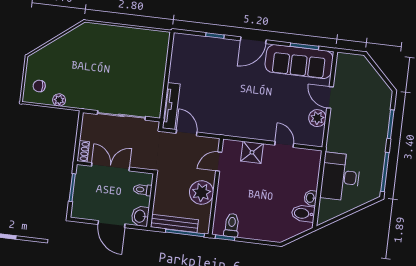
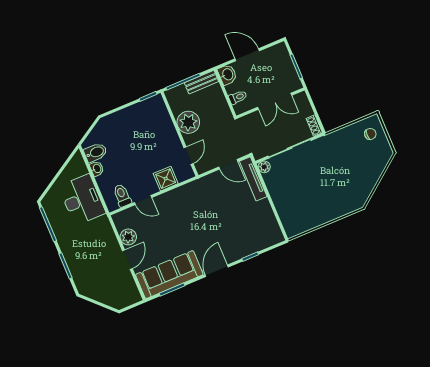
door: (330, 97) -> (127, 260), hinge flipped
plant: (59, 100) -> (264, 167), moved
shoe rack: (83, 151) -> (314, 126), moved
bench: (174, 223) -> (201, 82), width x0.73
toilet: (232, 225) -> (122, 195), moved, turned 180

